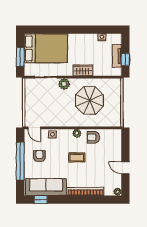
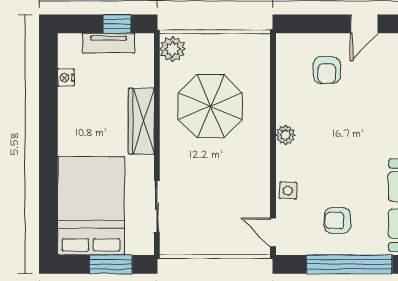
wardrobe: (83, 70) -> (141, 121), width x1.50
plant: (64, 84) -> (173, 49), moved
door: (34, 128) -> (273, 232), swing flipped
armchair: (93, 137) -> (327, 70), moved
coffee table: (77, 158) -> (341, 135), removed

